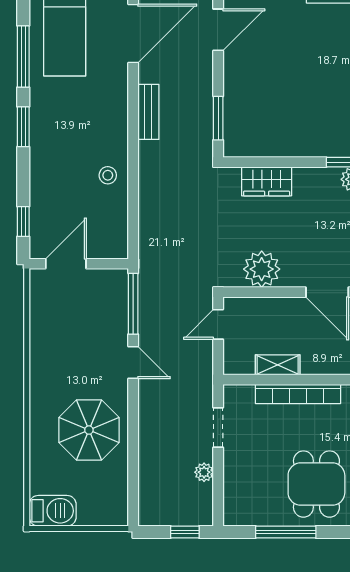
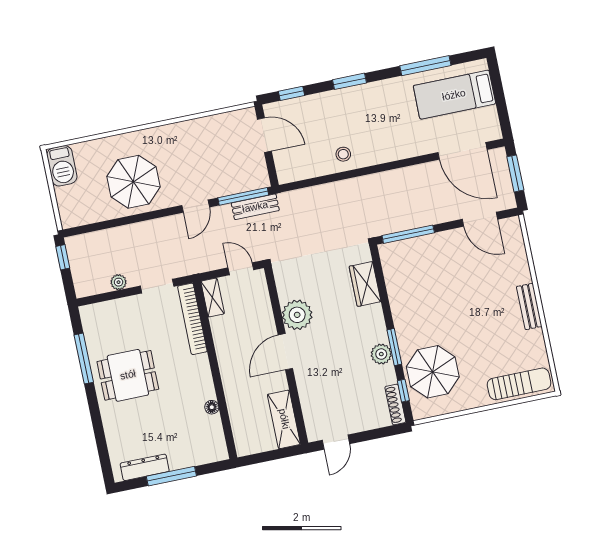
bench: (148, 112) -> (255, 207), moved
window: (218, 118) -> (408, 234), width x1.44
window: (23, 127) -> (350, 81), moved
plant: (262, 269) -> (297, 315), moved
shelving: (278, 365) -> (213, 298), moved
bookcase: (298, 394) -> (192, 319), moved
window: (185, 532) -> (63, 257), moved

